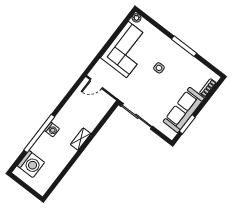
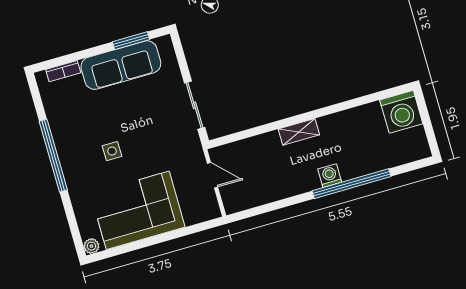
window: (184, 46) -> (53, 156), width x1.46
door: (96, 84) -> (213, 175), moved
sliding door: (137, 116) -> (195, 105), width x0.73
washing machine: (31, 164) -> (401, 112), moved, turned 180

